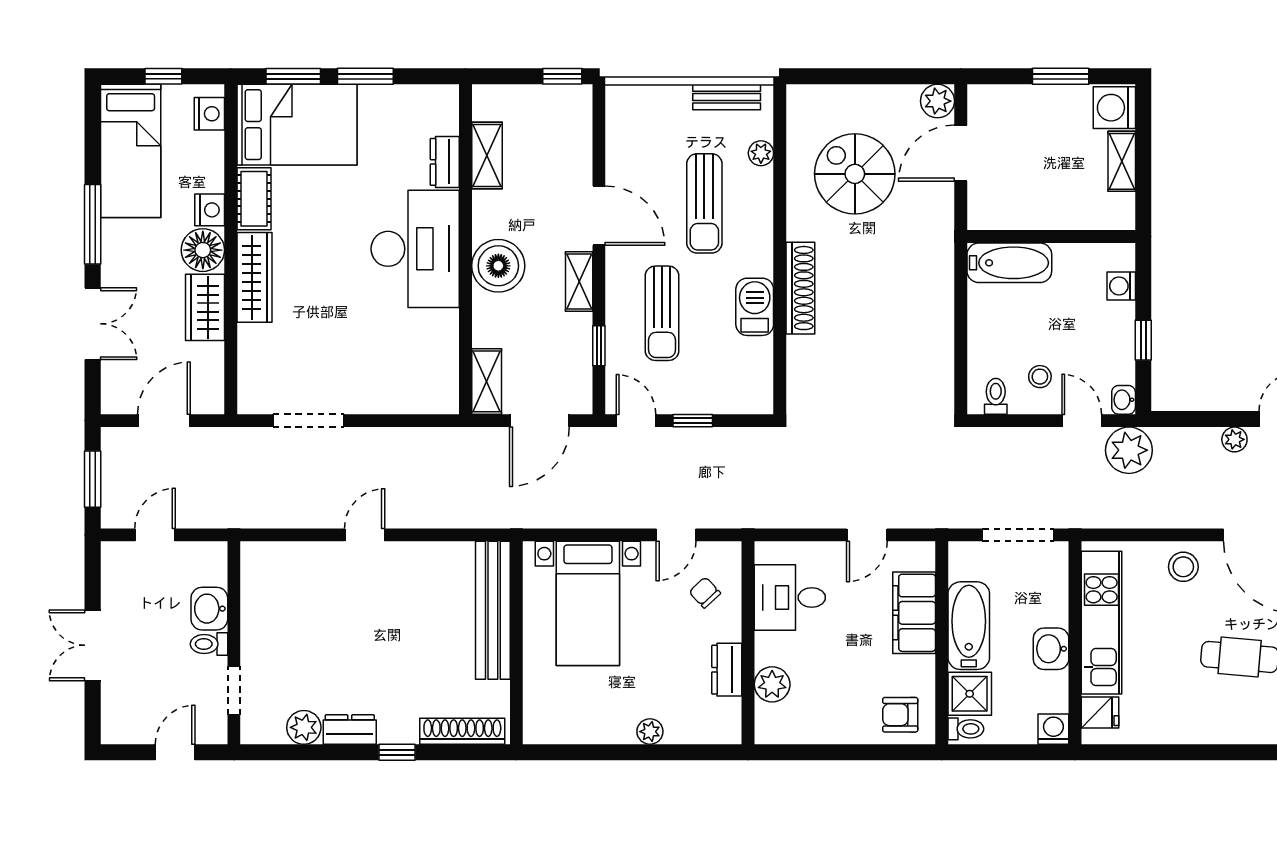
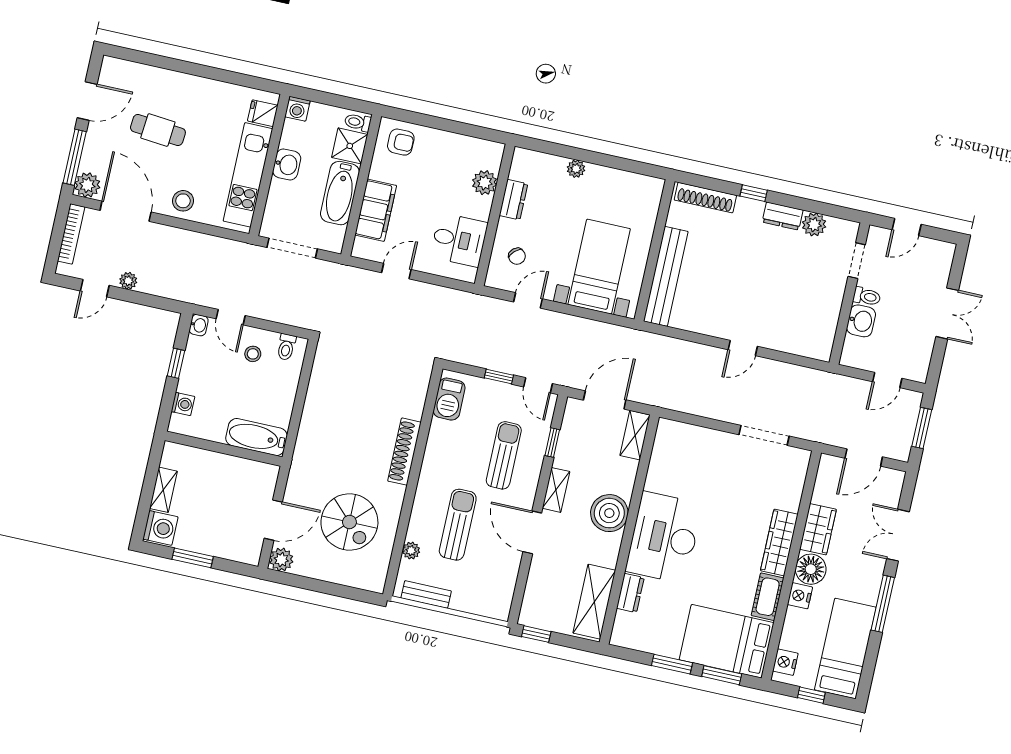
shelving: (487, 155) -> (594, 602), width x1.50, depth x1.33
barbecue: (755, 307) -> (449, 399), moved
plant: (1129, 450) -> (203, 289), removed

